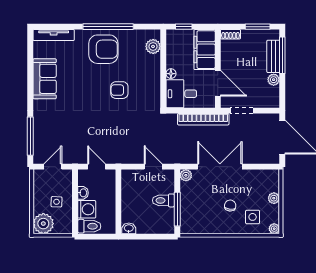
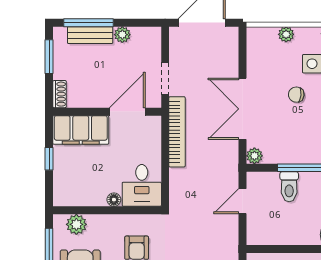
plant: (153, 46) -> (76, 224), moved
wall: (163, 69) -> (107, 210), moved
floor lamp: (171, 74) -> (114, 200), moved
desk: (181, 94) -> (142, 185), moved

